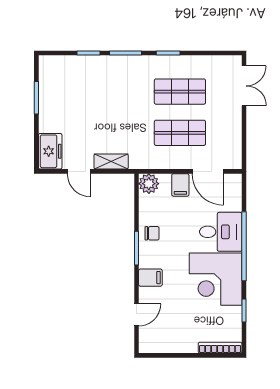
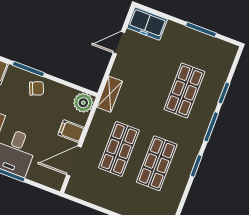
shop shelf: (100, 92) -> (184, 90), added
shelving: (111, 162) -> (110, 94), moved
chair: (152, 233) -> (37, 88), turned -112

